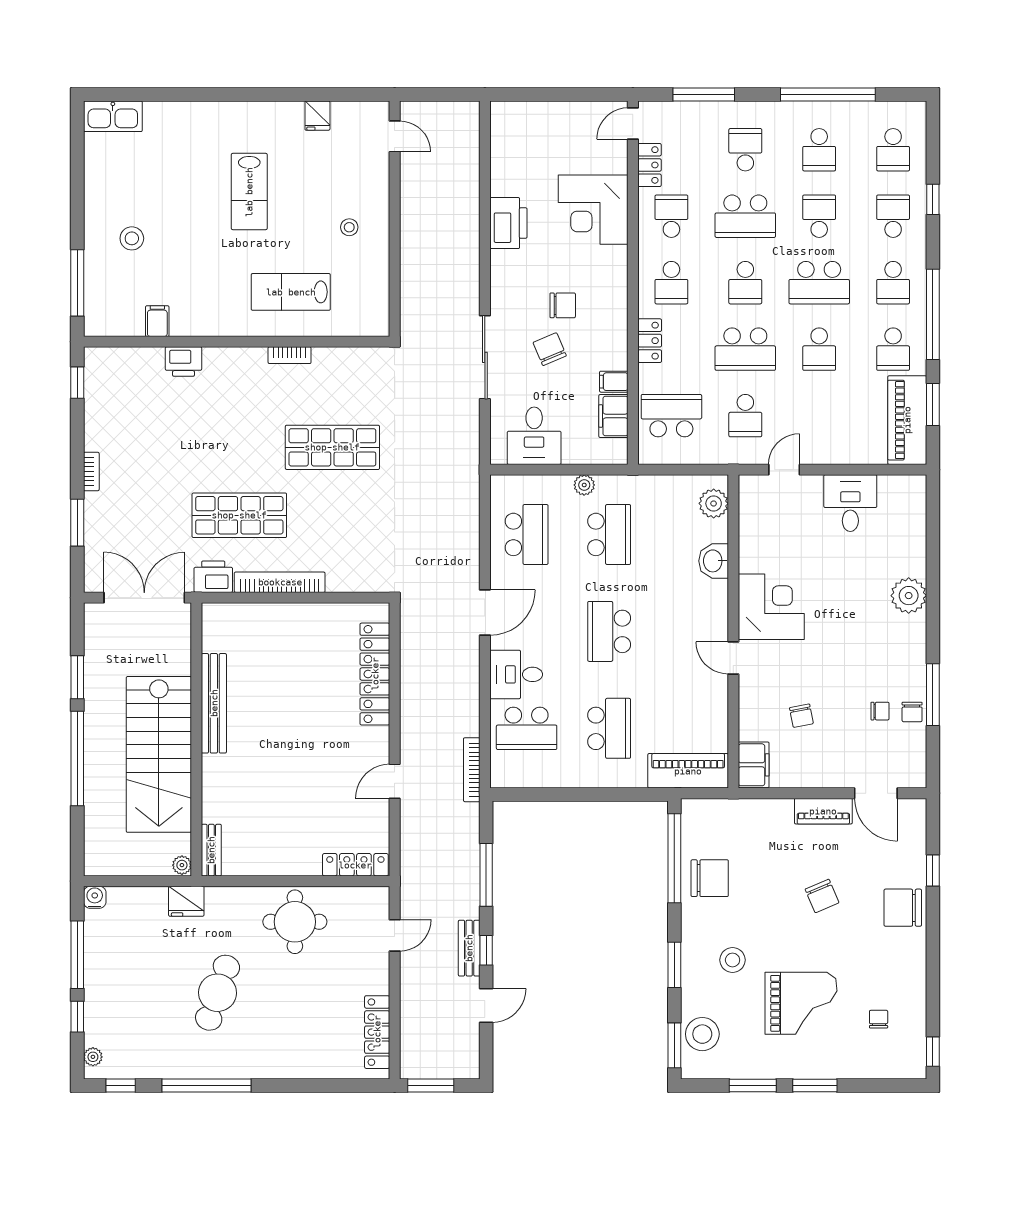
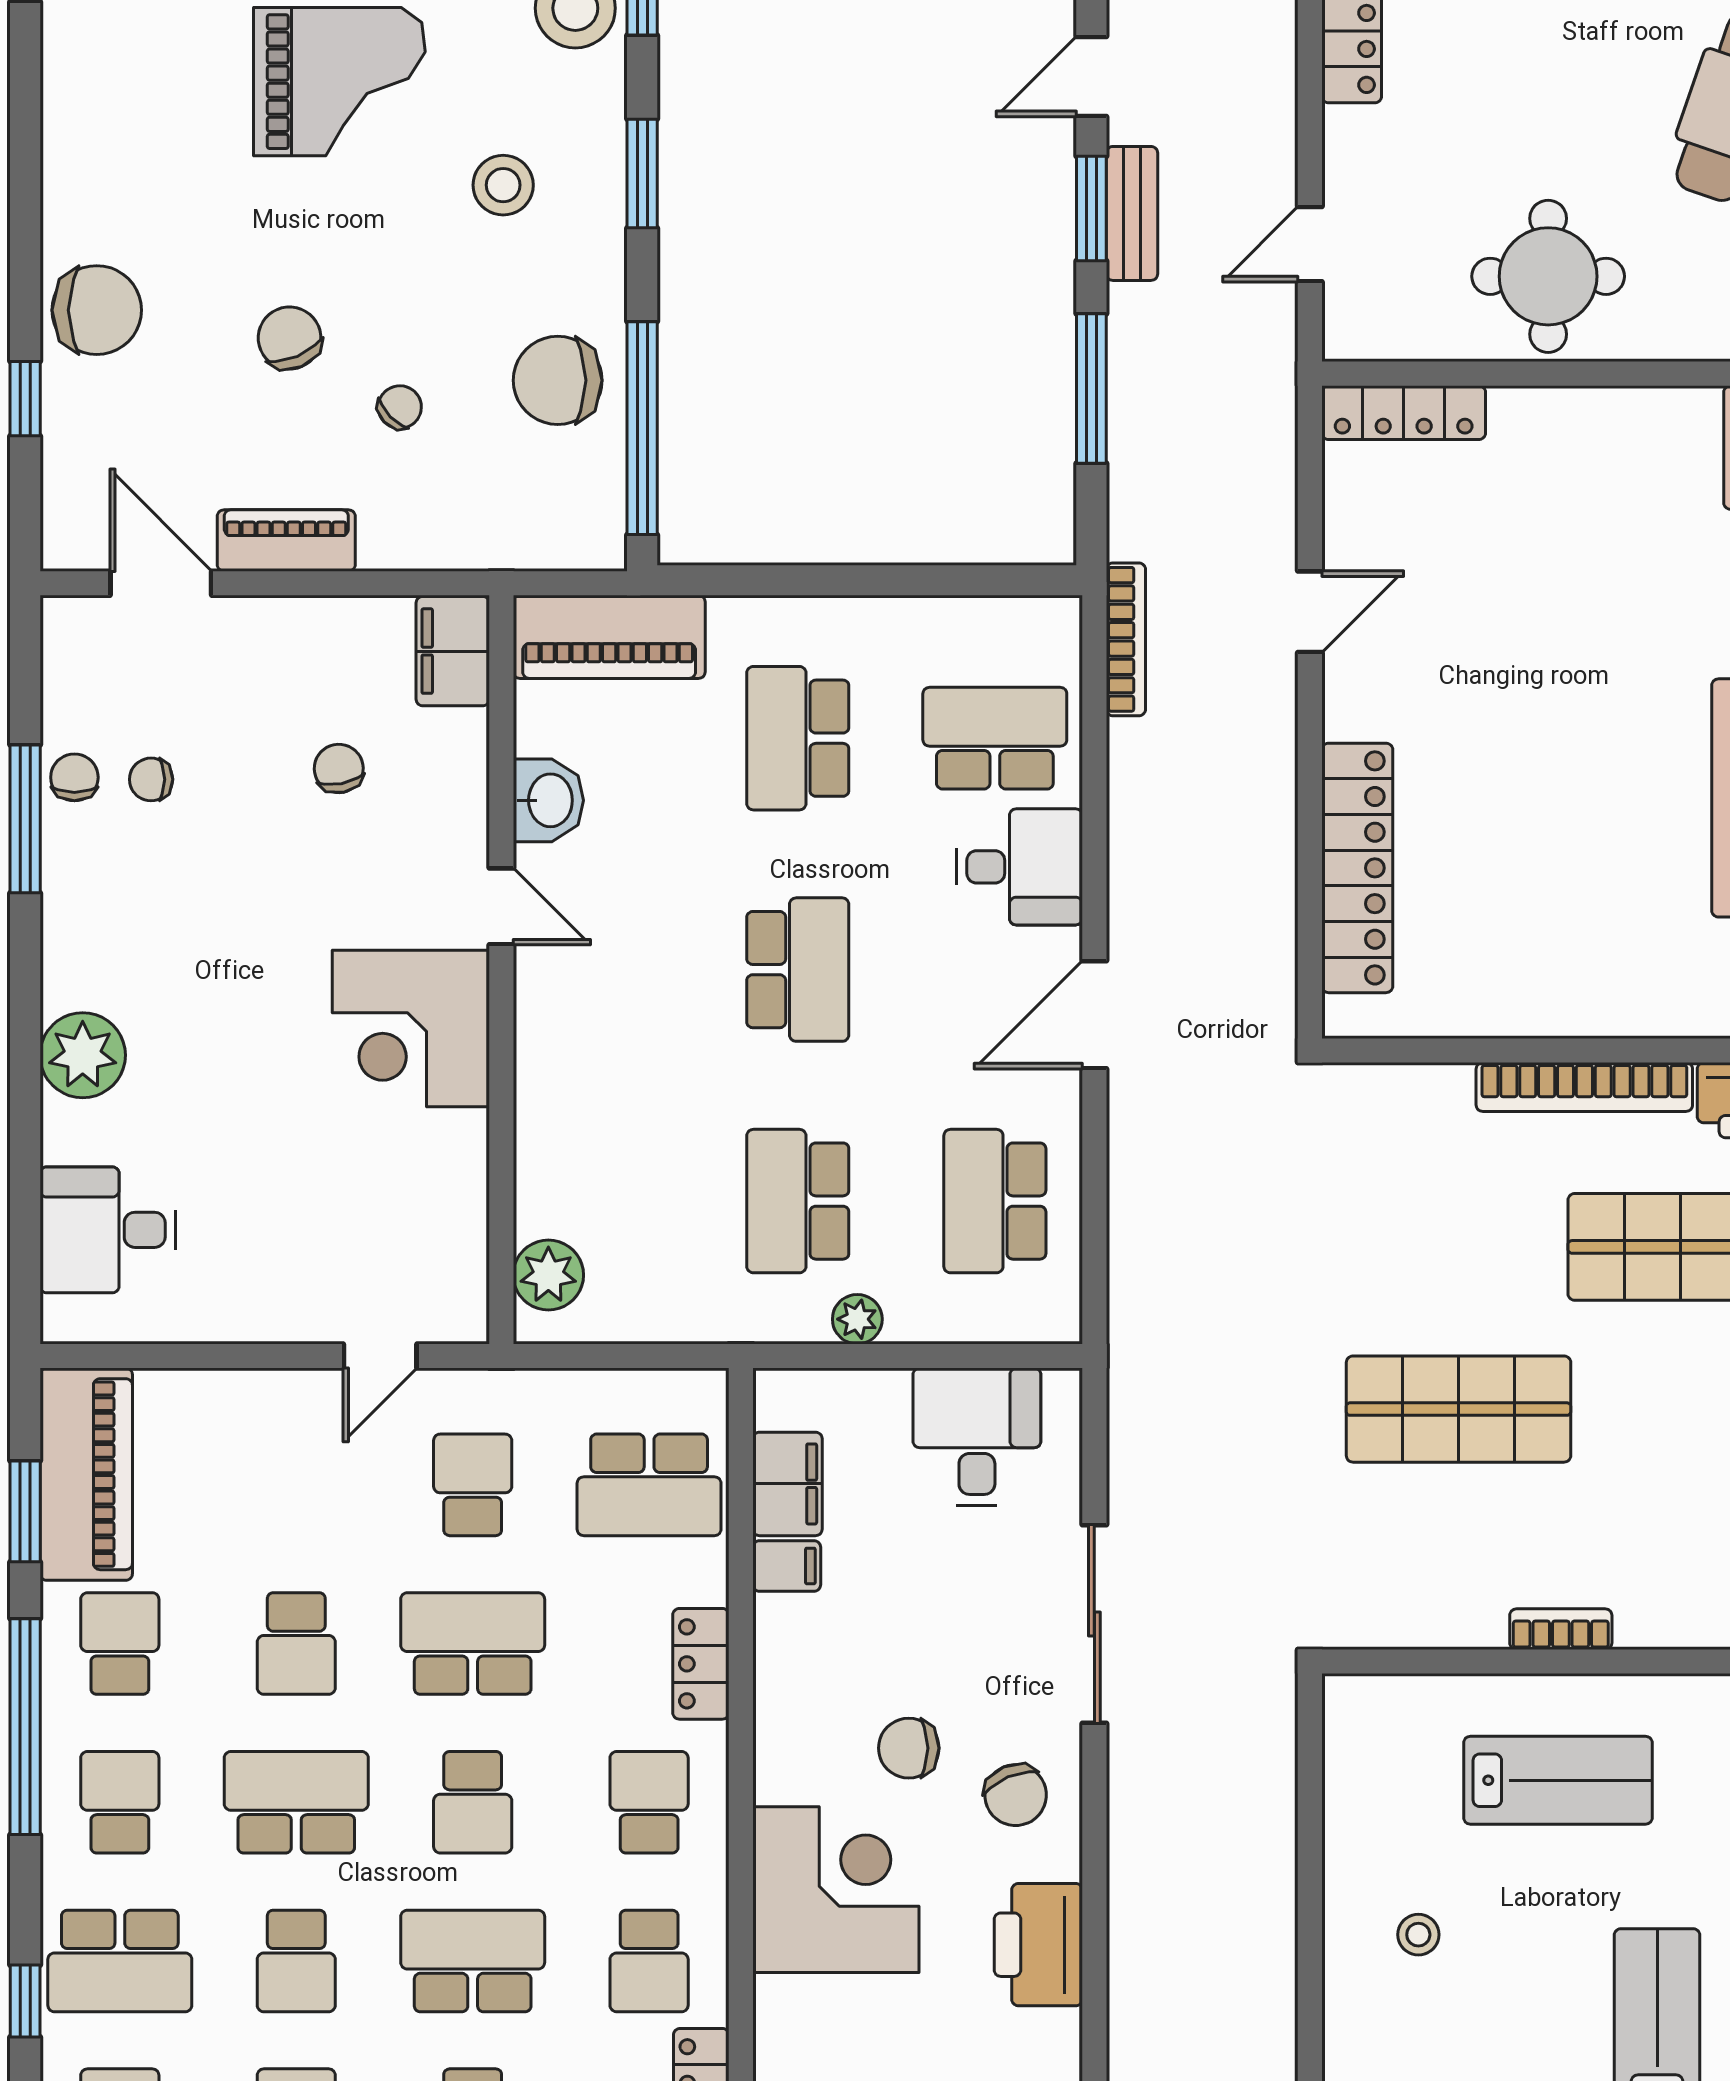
corner desk: (593, 210) -> (836, 1890), moved
school desk: (893, 216) -> (120, 1961), width x1.85
school desk: (745, 283) -> (473, 1802), turned 180
chair: (550, 349) -> (1016, 1795), moved
school desk: (819, 349) -> (296, 1644), turned 180
desk: (850, 503) -> (108, 1230), moved, turned 90
washbasin: (714, 561) -> (548, 800), moved
window: (486, 950) -> (1091, 208), width x1.50
grand piano: (801, 1003) -> (339, 82), turned 180
chair: (879, 1019) -> (400, 407), moved, turned -134

